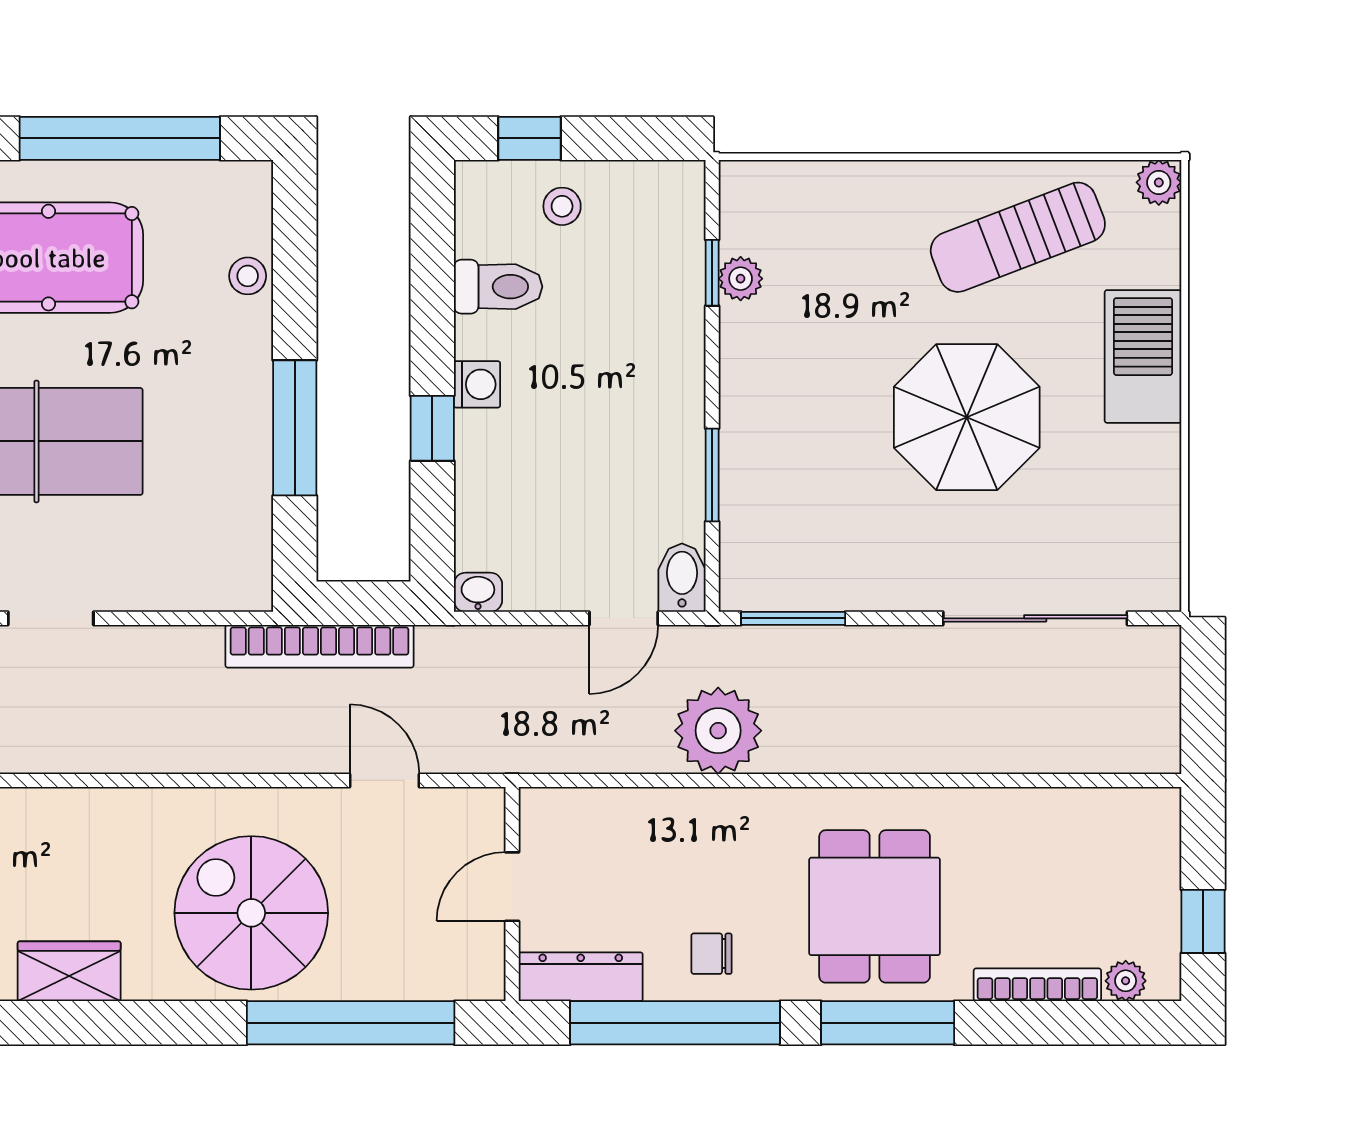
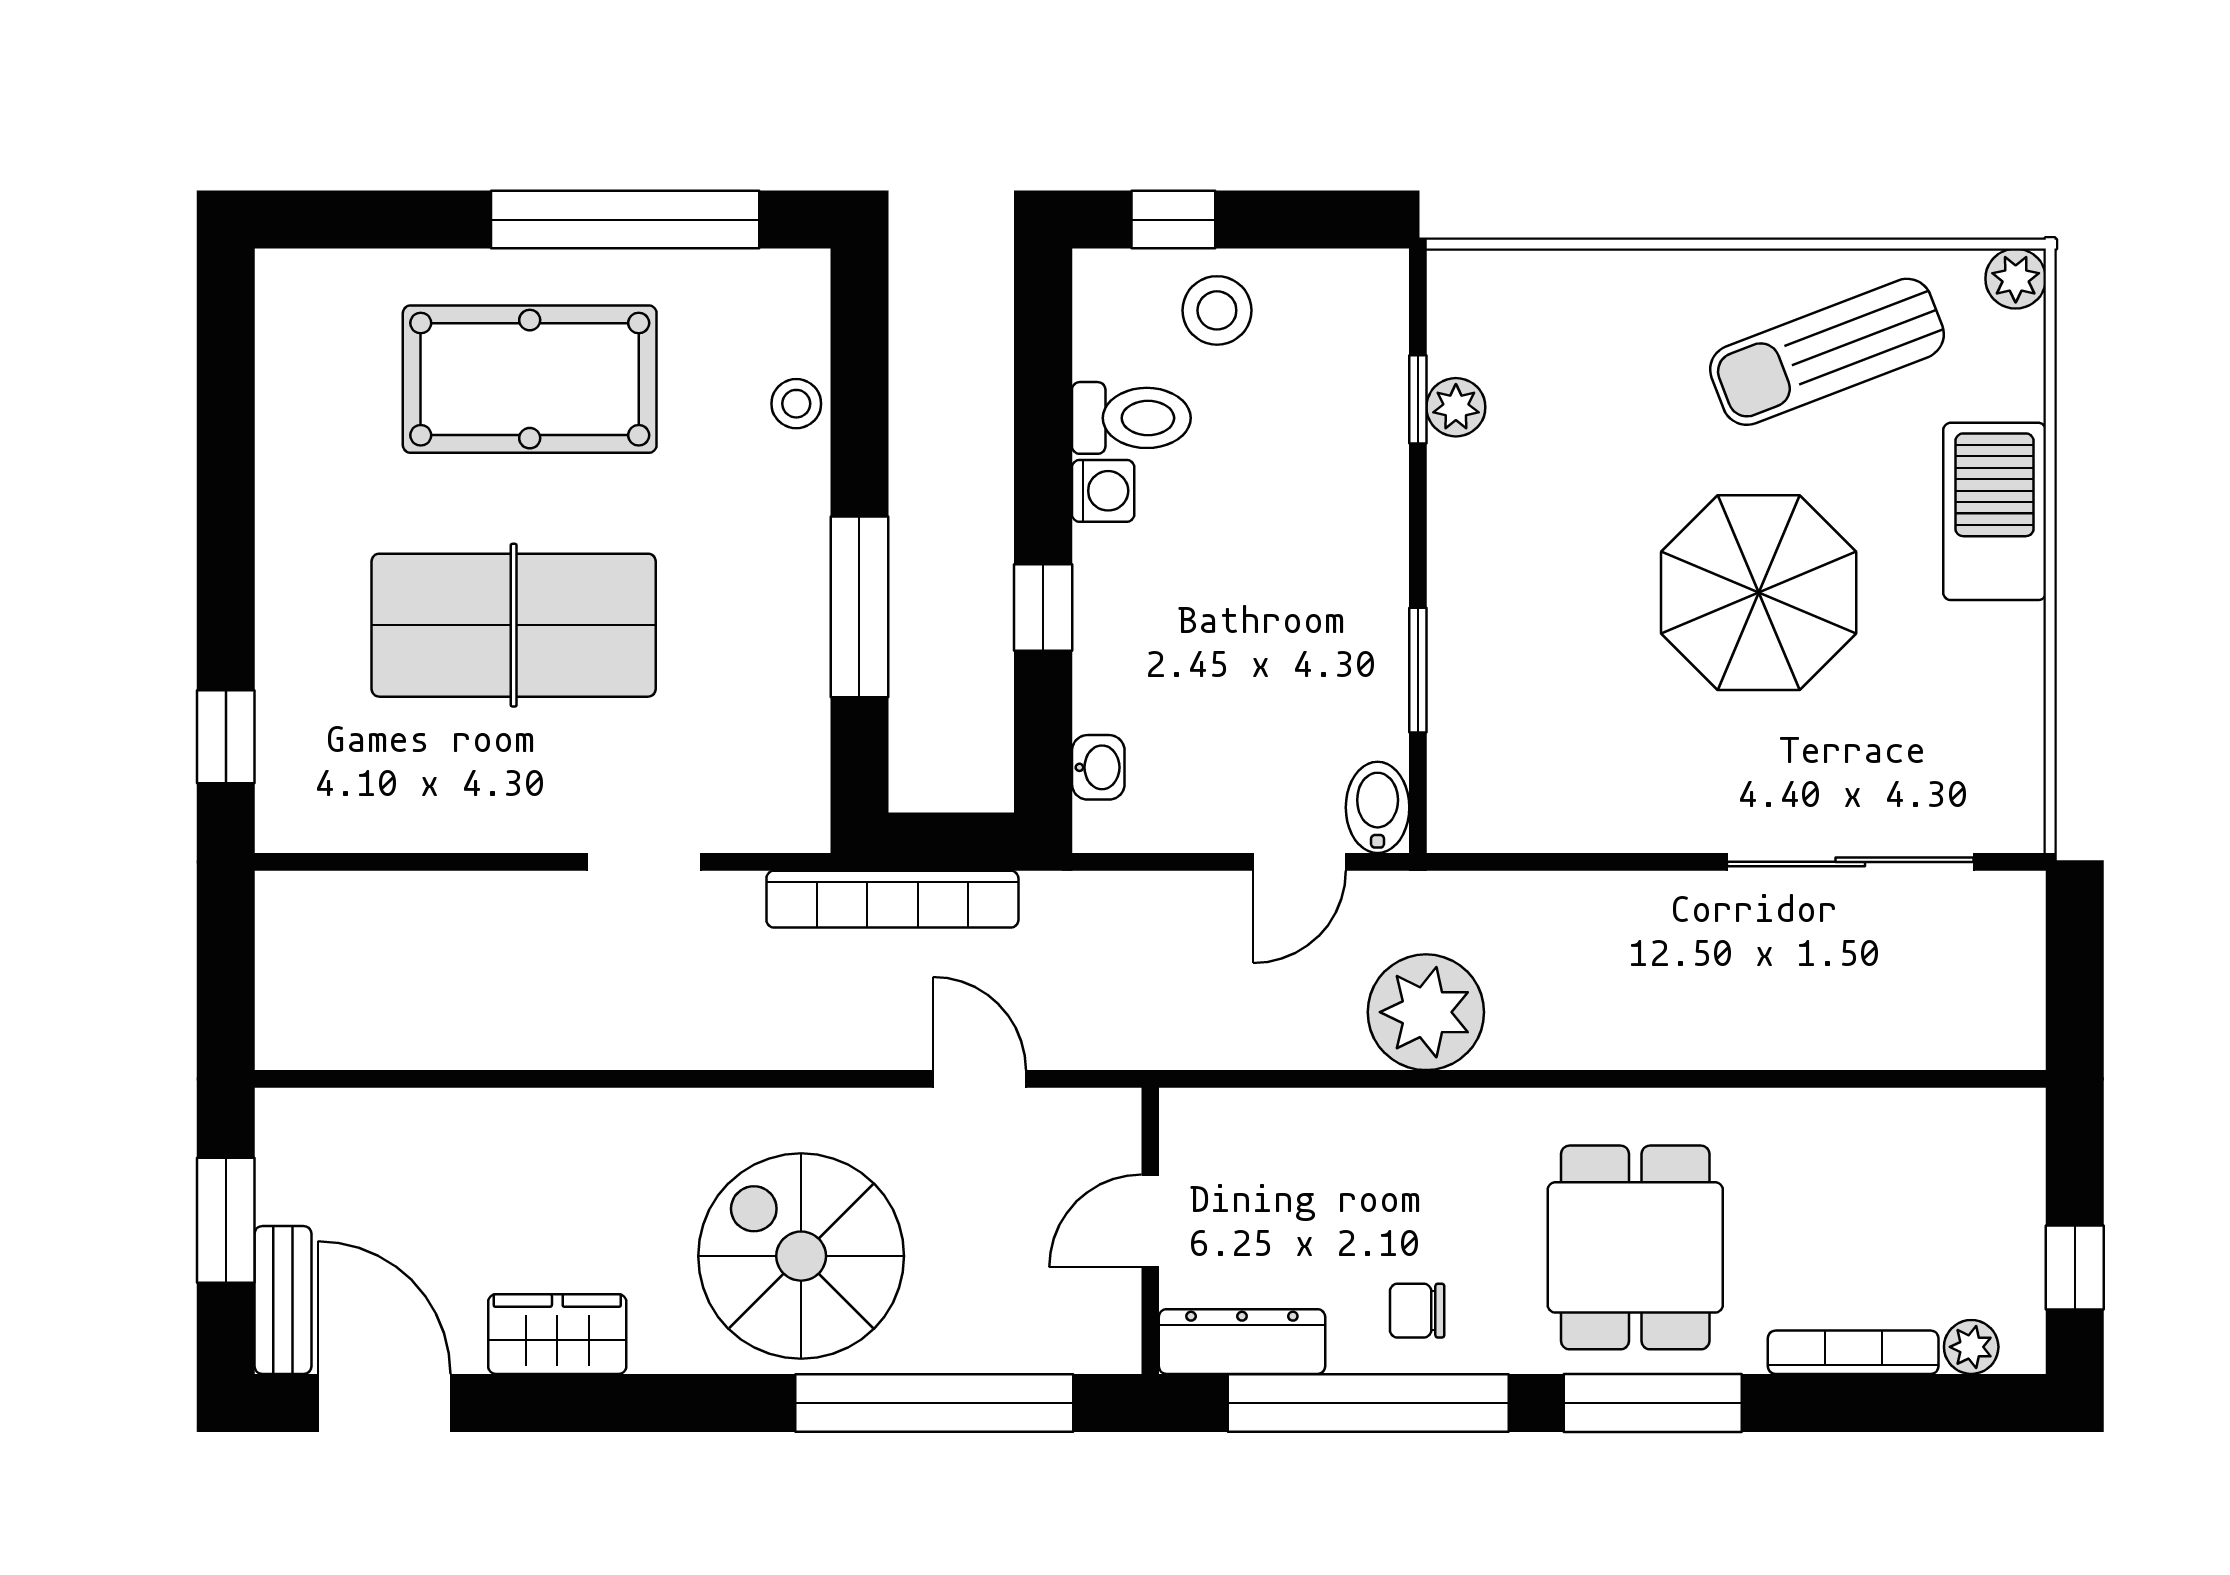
stool: (562, 206) -> (1217, 310), width x1.37, depth x1.37
washing machine: (477, 384) -> (1103, 491), moved
washbasin: (478, 592) -> (1098, 767), moved, turned 90
doorway: (51, 618) -> (644, 862), moved
window: (793, 618) -> (1526, 862), removed

